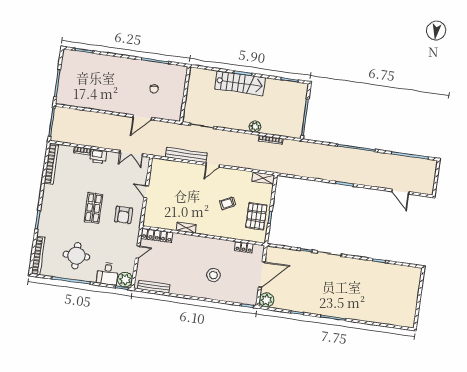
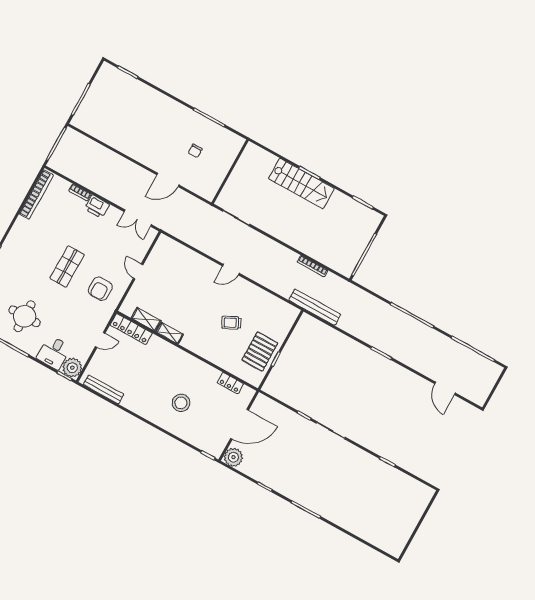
plant: (255, 127) -> (299, 243), removed
bench: (186, 155) -> (315, 307), moved
shelving: (263, 178) -> (146, 319), moved

